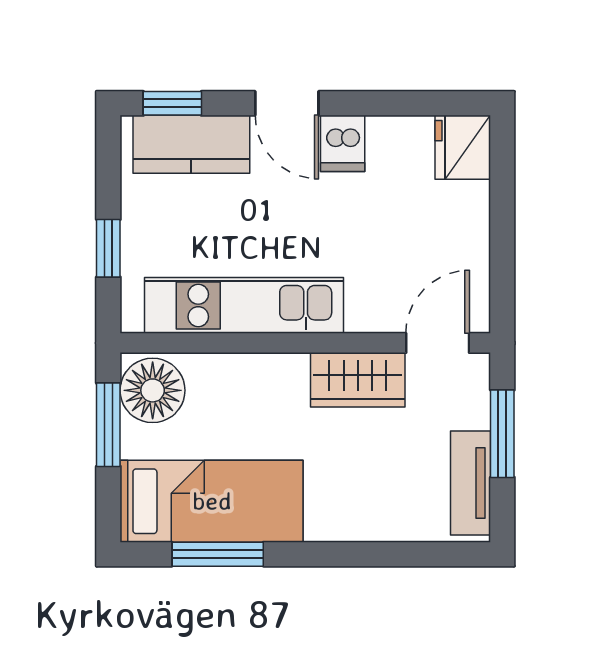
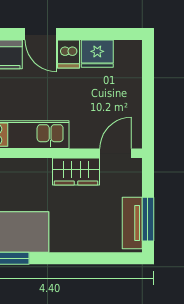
fridge: (463, 147) -> (97, 54), moved, turned -90
window: (502, 434) -> (148, 219), moved

